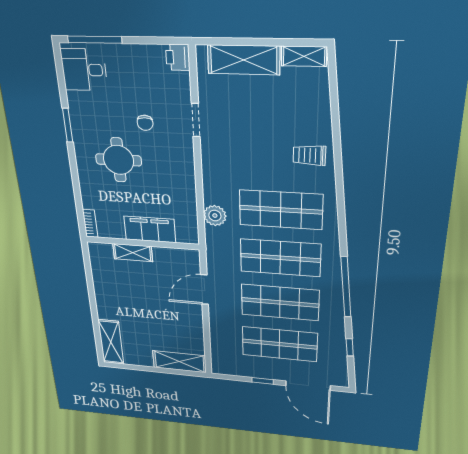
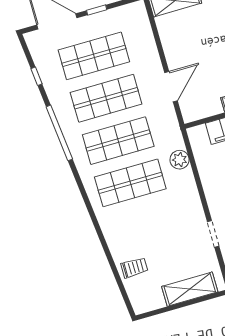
shelving: (304, 56) -> (149, 304), removed
trolley: (309, 155) -> (134, 268), moved

